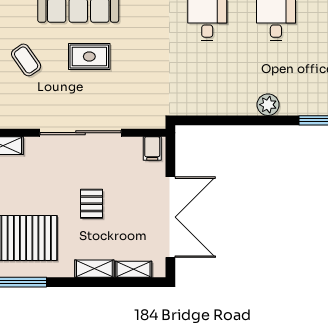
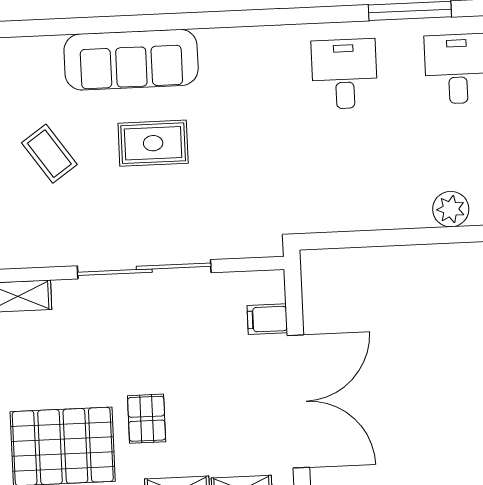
filing cabinet: (152, 148) -> (267, 319), moved, turned 90
pallet: (91, 204) -> (147, 419), moved

